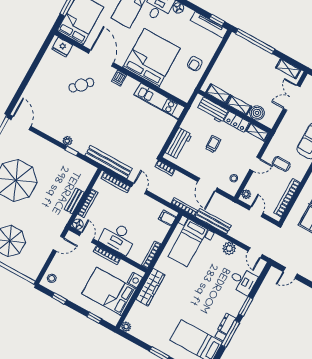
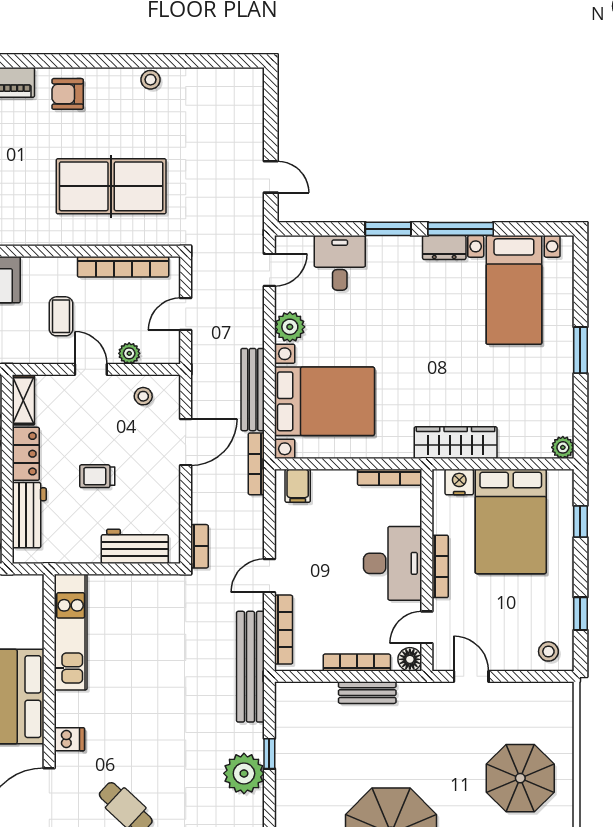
plant: (67, 141) -> (244, 773), width x1.88, depth x1.88
plant: (246, 194) -> (129, 353), moved
bed with nightstands: (188, 243) -> (325, 401), width x1.36

